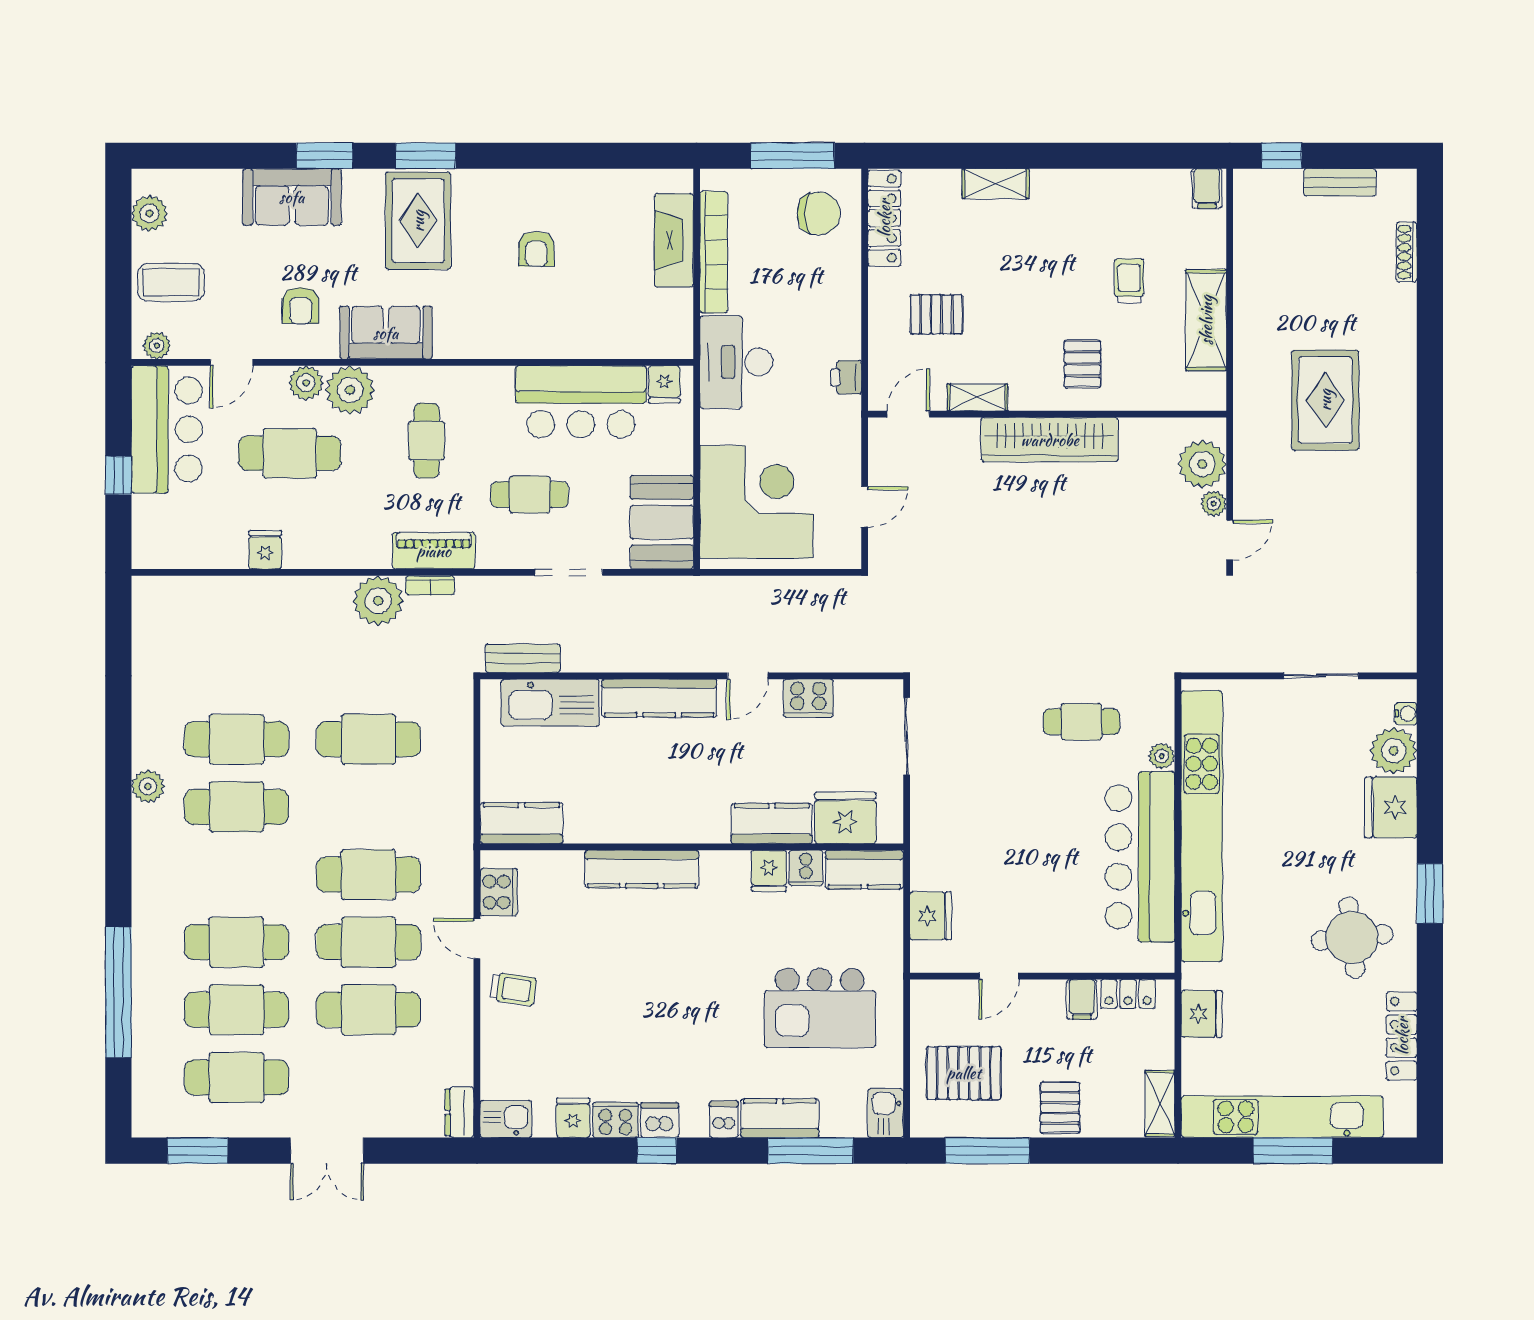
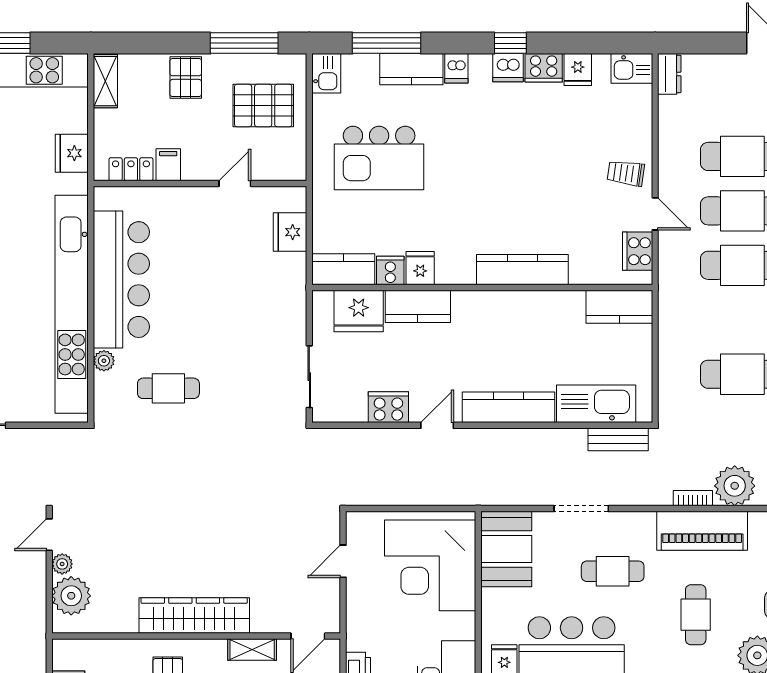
piano: (434, 551) -> (702, 531), width x1.37, depth x1.33
kitchen island: (820, 1008) -> (379, 158), turned 180

